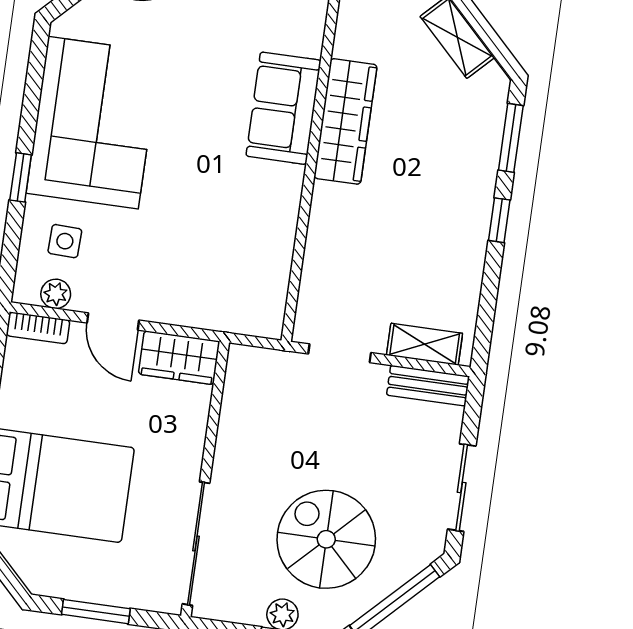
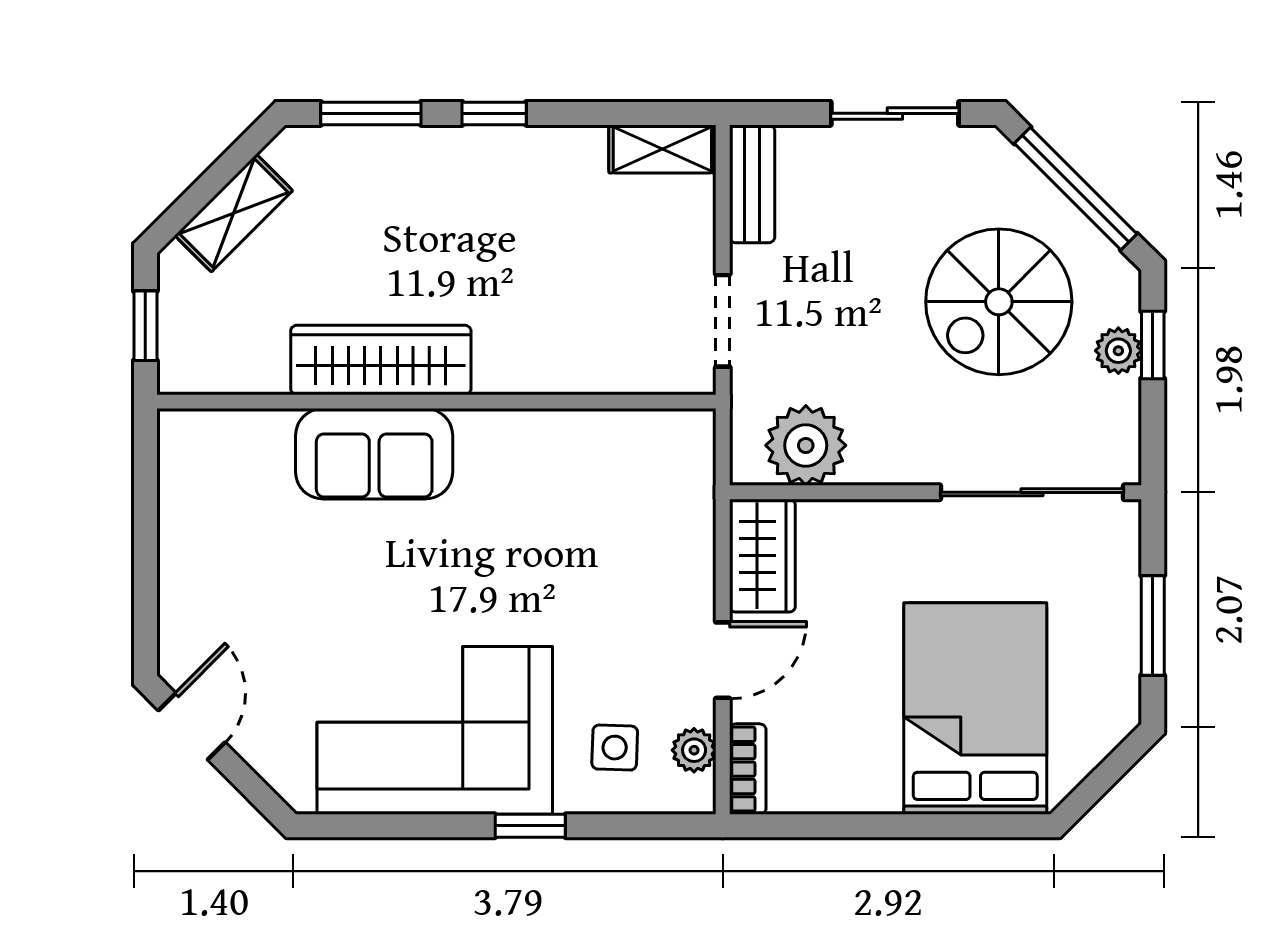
shelving: (425, 344) -> (662, 149), moved, turned 90
plant: (249, 397) -> (806, 445), added

